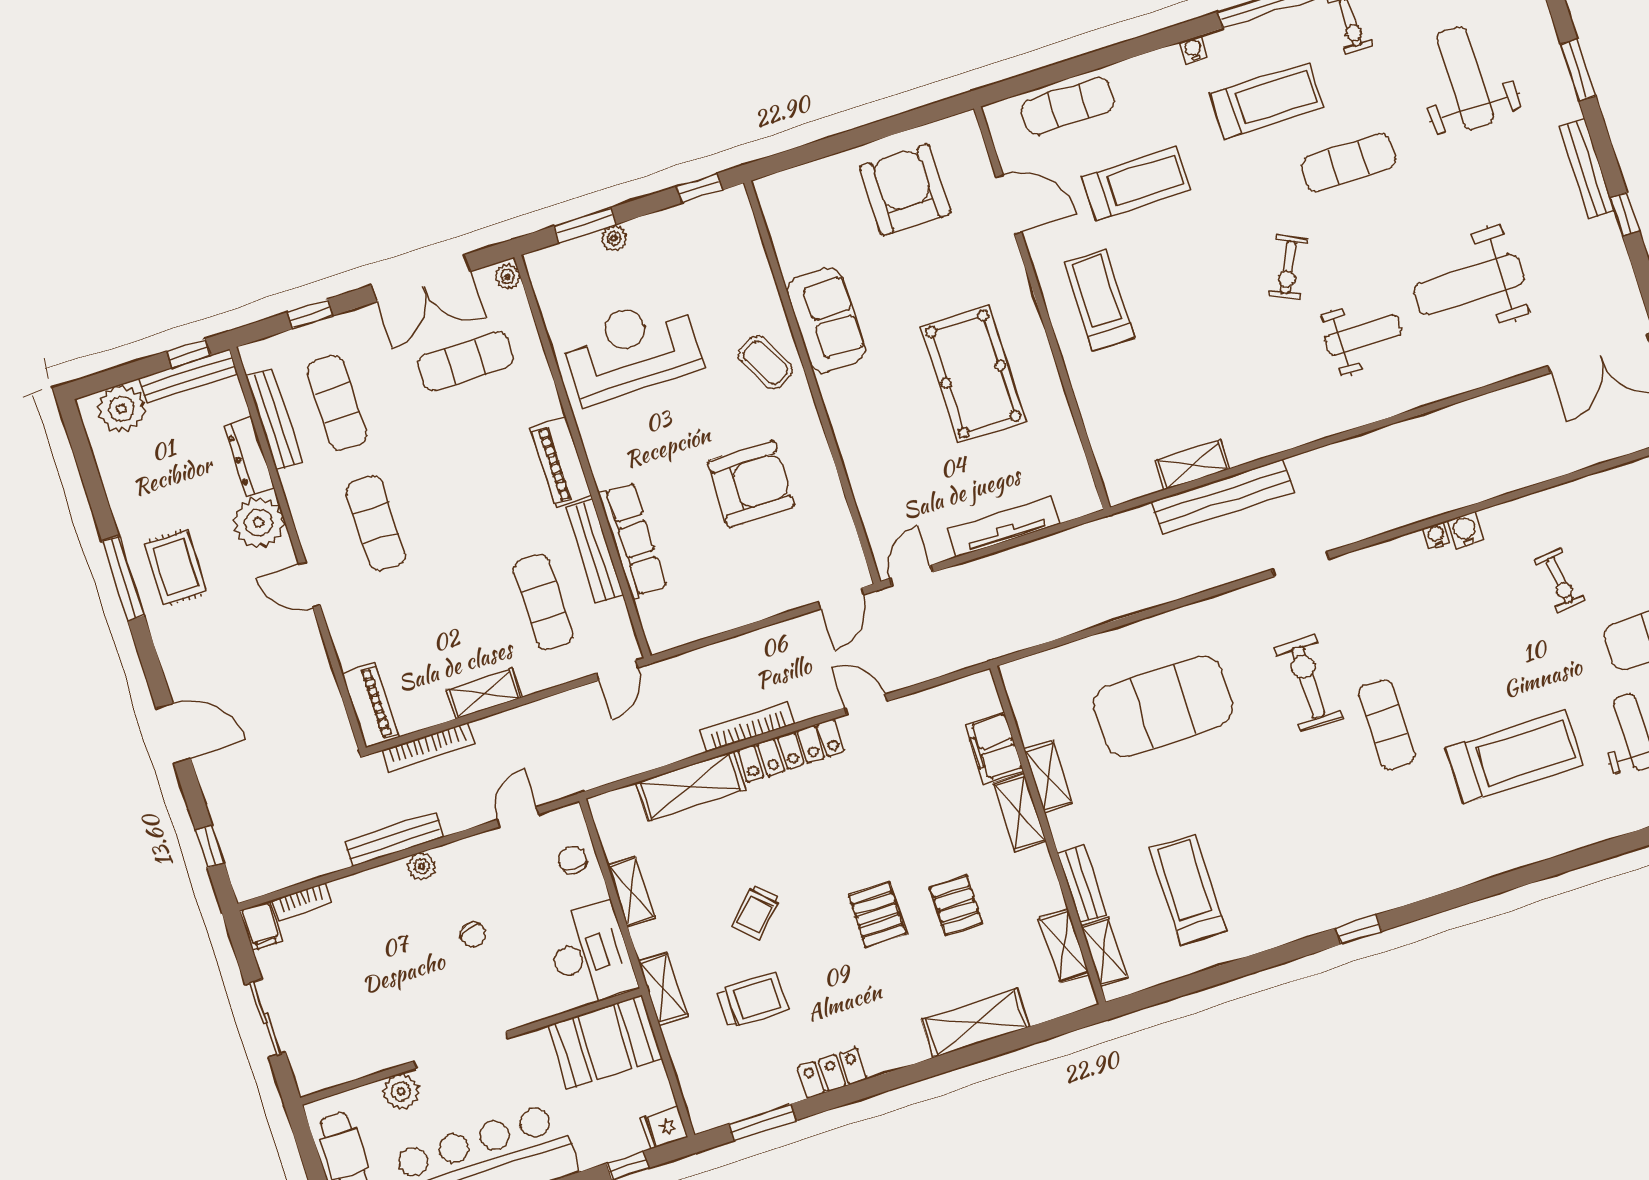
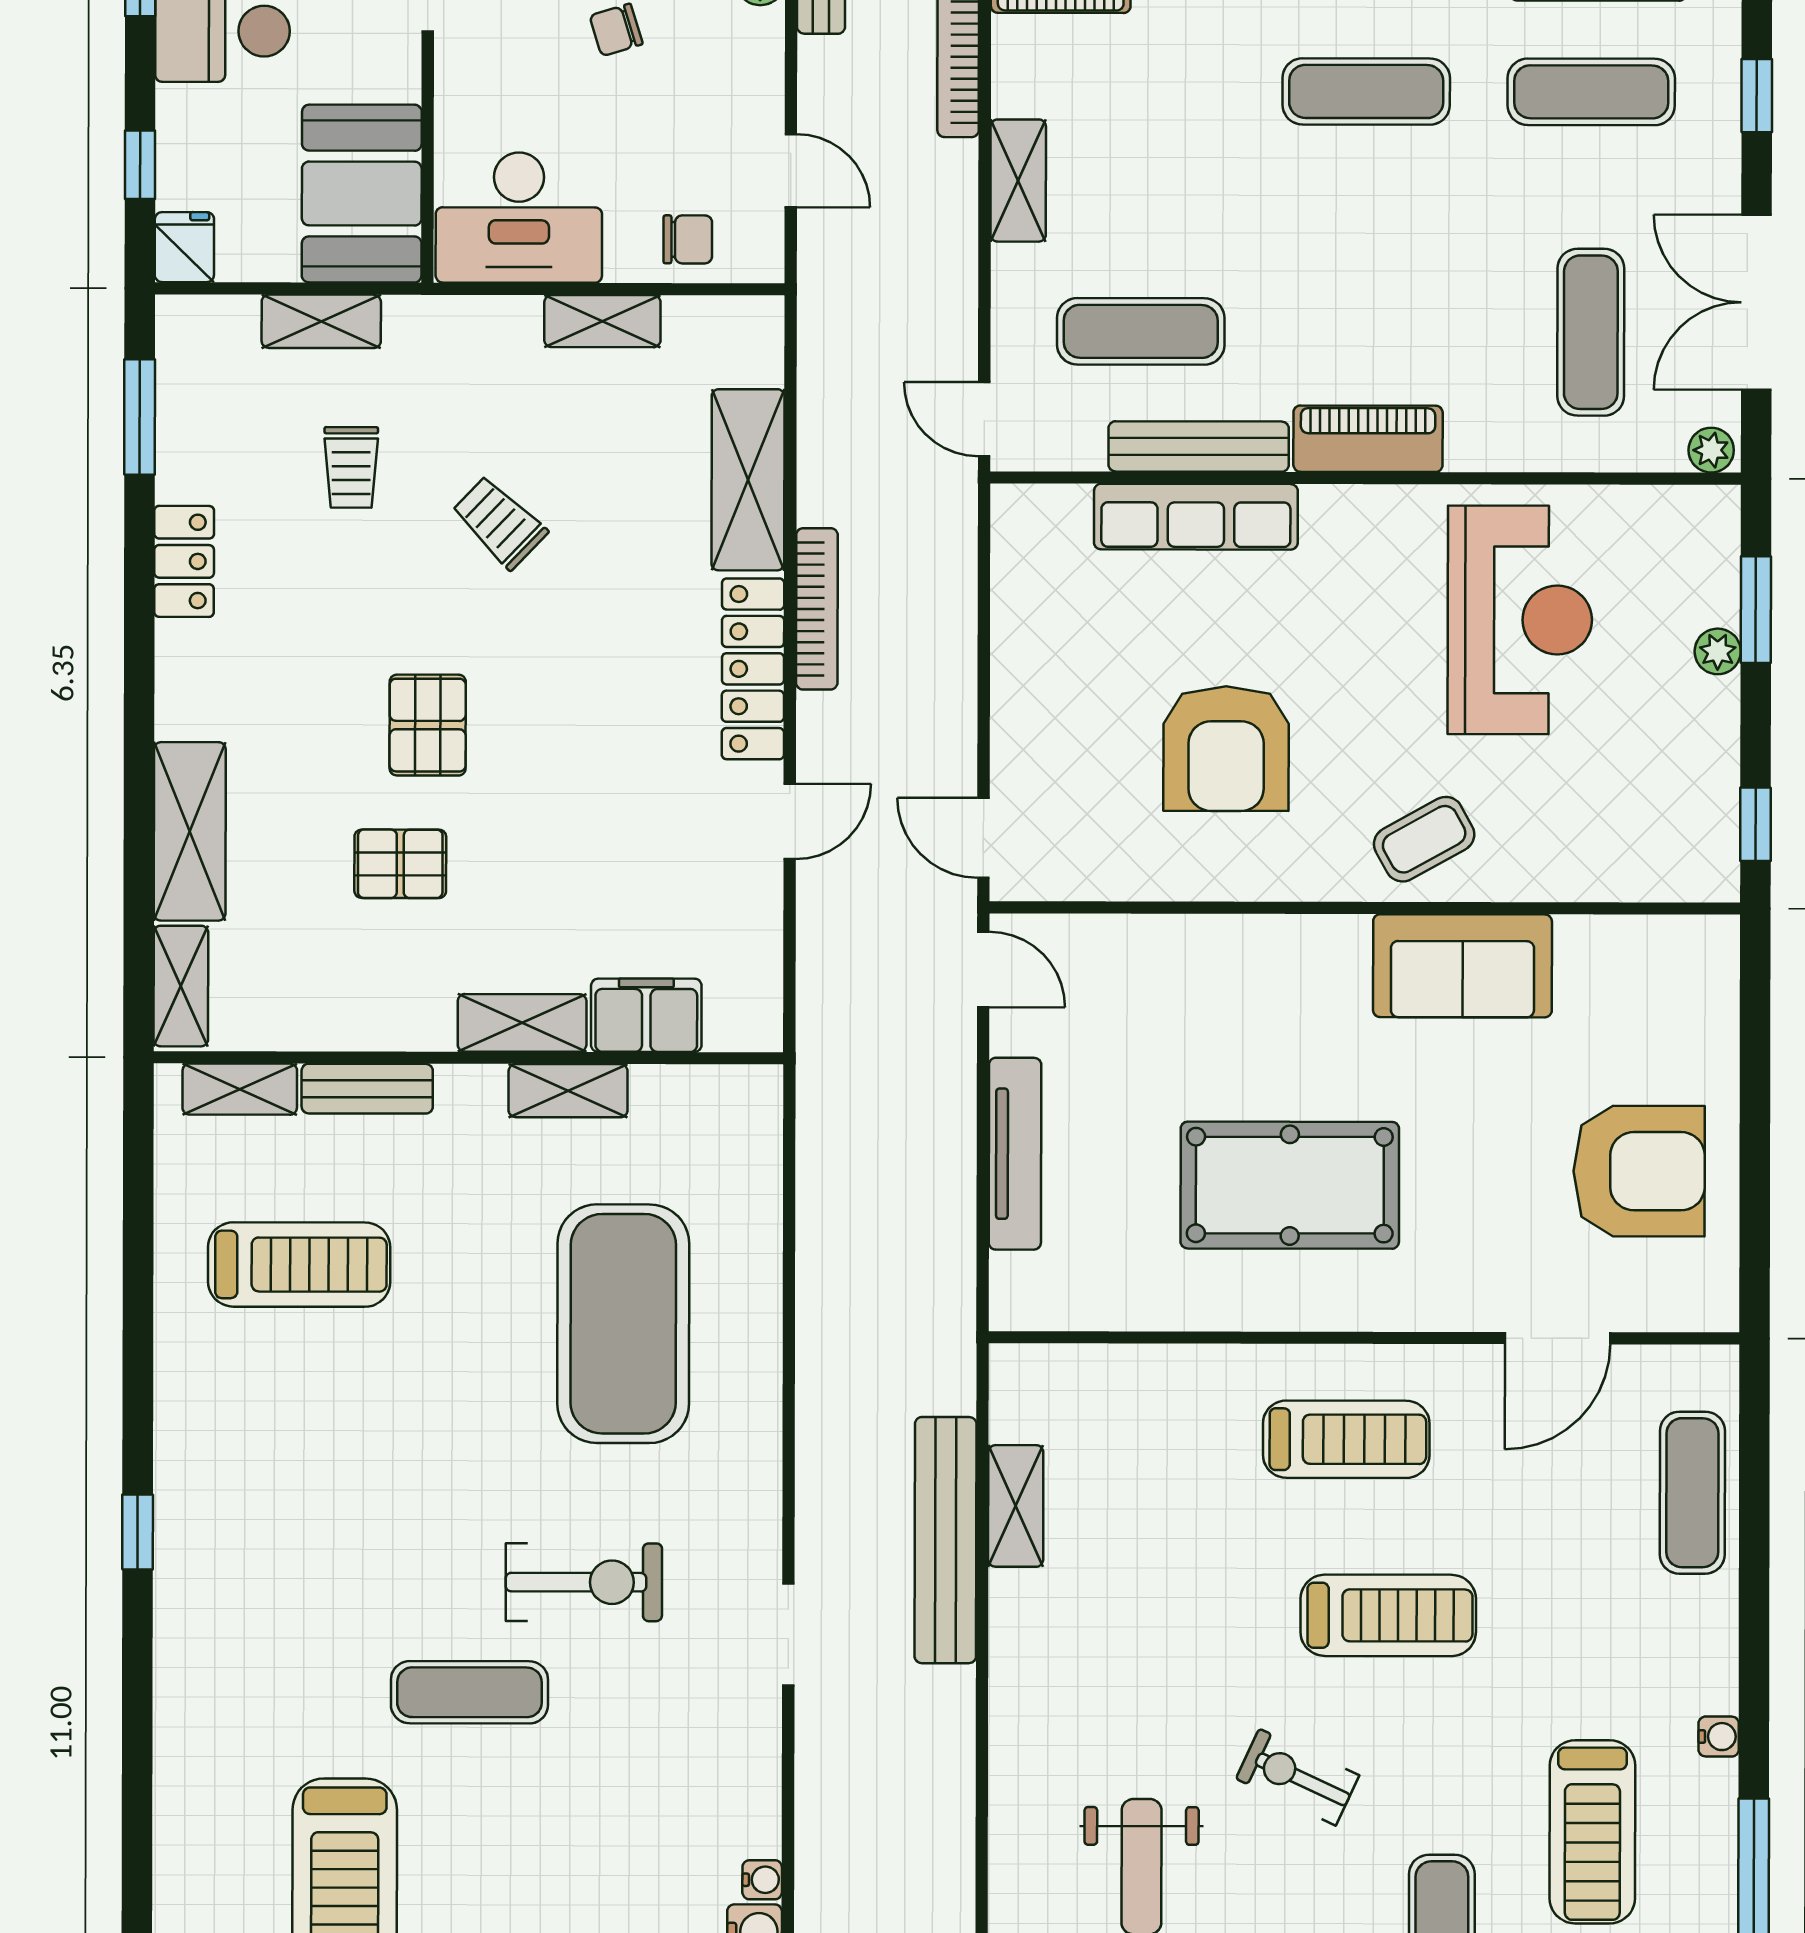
treadmill: (1136, 183) -> (1388, 1615), moved, turned -90
pallet: (877, 915) -> (428, 725), turned 90
shelving: (1064, 946) -> (181, 986), moved, turned 90
shelving: (663, 989) -> (321, 321), moved
trolley: (753, 1000) -> (351, 467), width x0.73, depth x0.72

